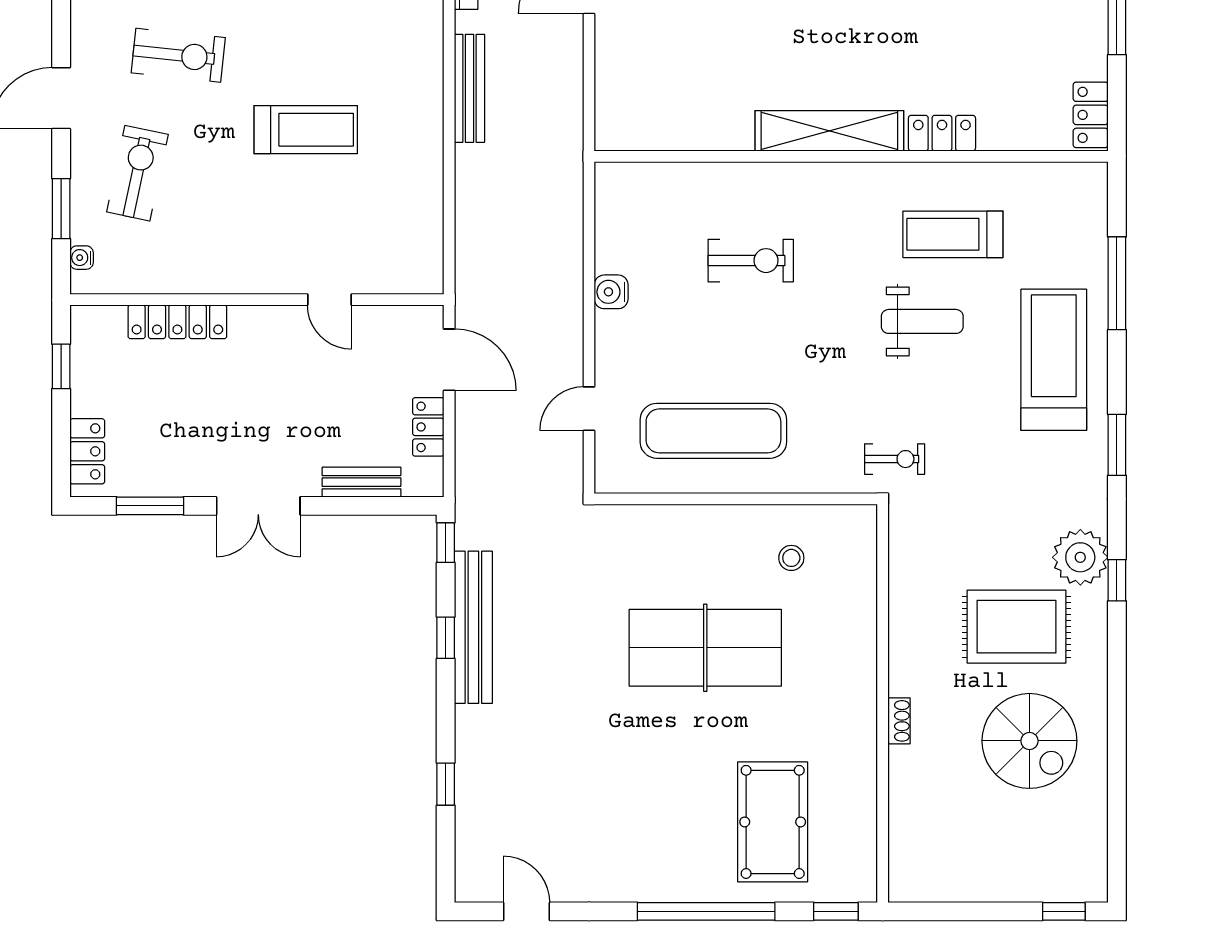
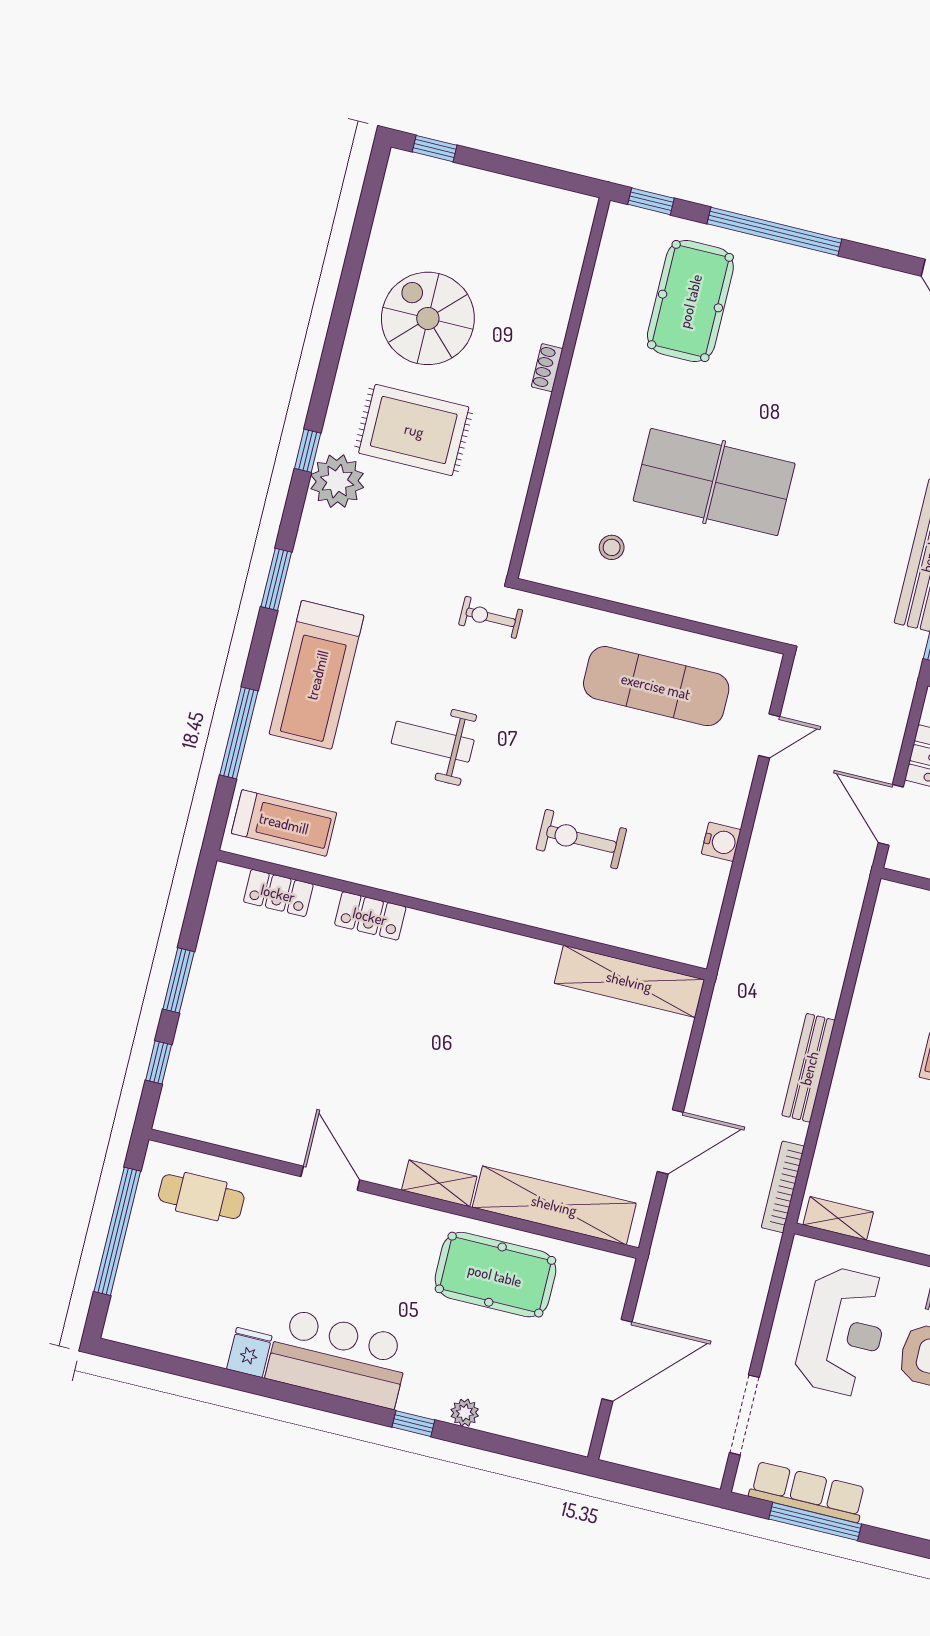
locker: (1091, 115) -> (278, 893), moved, turned 90
shelving: (829, 131) -> (629, 981), moved
treadmill: (953, 234) -> (284, 823), moved

